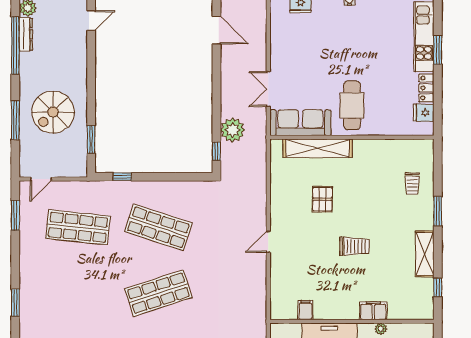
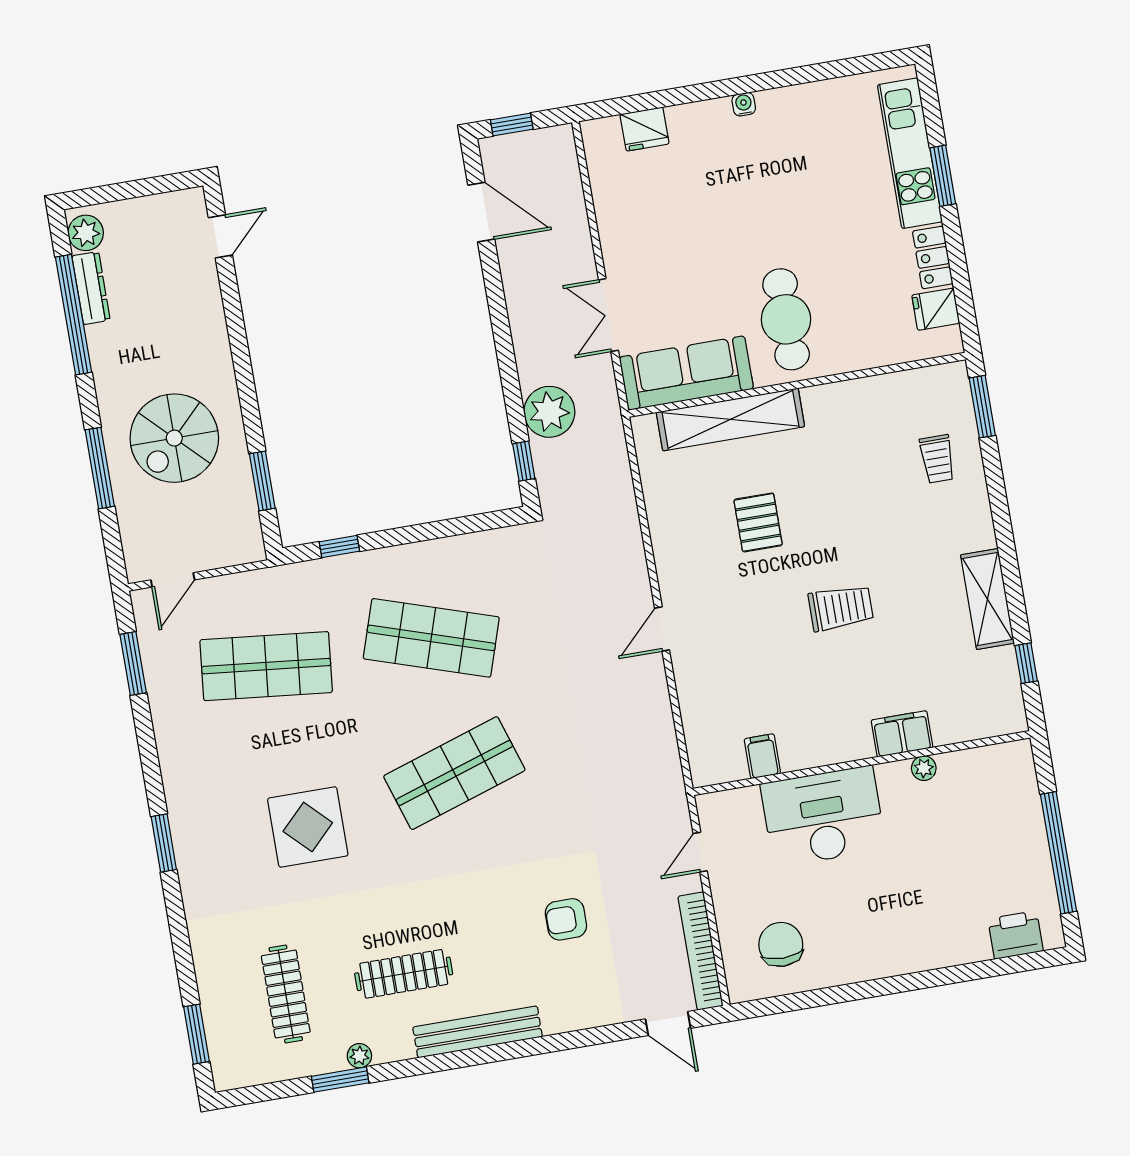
window: (438, 211) -> (982, 407), moved
display table: (85, 307) -> (308, 827), added

